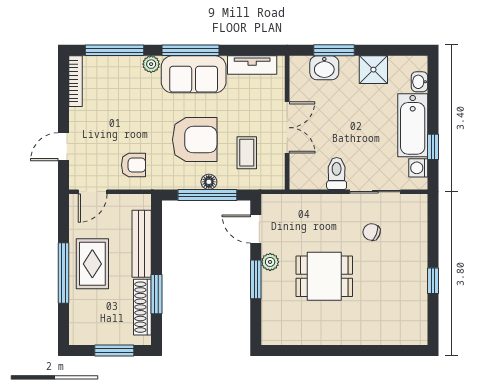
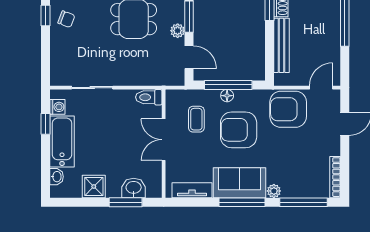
armchair: (133, 165) -> (288, 109), width x1.88, depth x1.88
toilet: (337, 173) -> (149, 97), moved, turned 90
chair: (372, 232) -> (66, 19), moved
rug: (92, 264) -> (321, 29), removed

